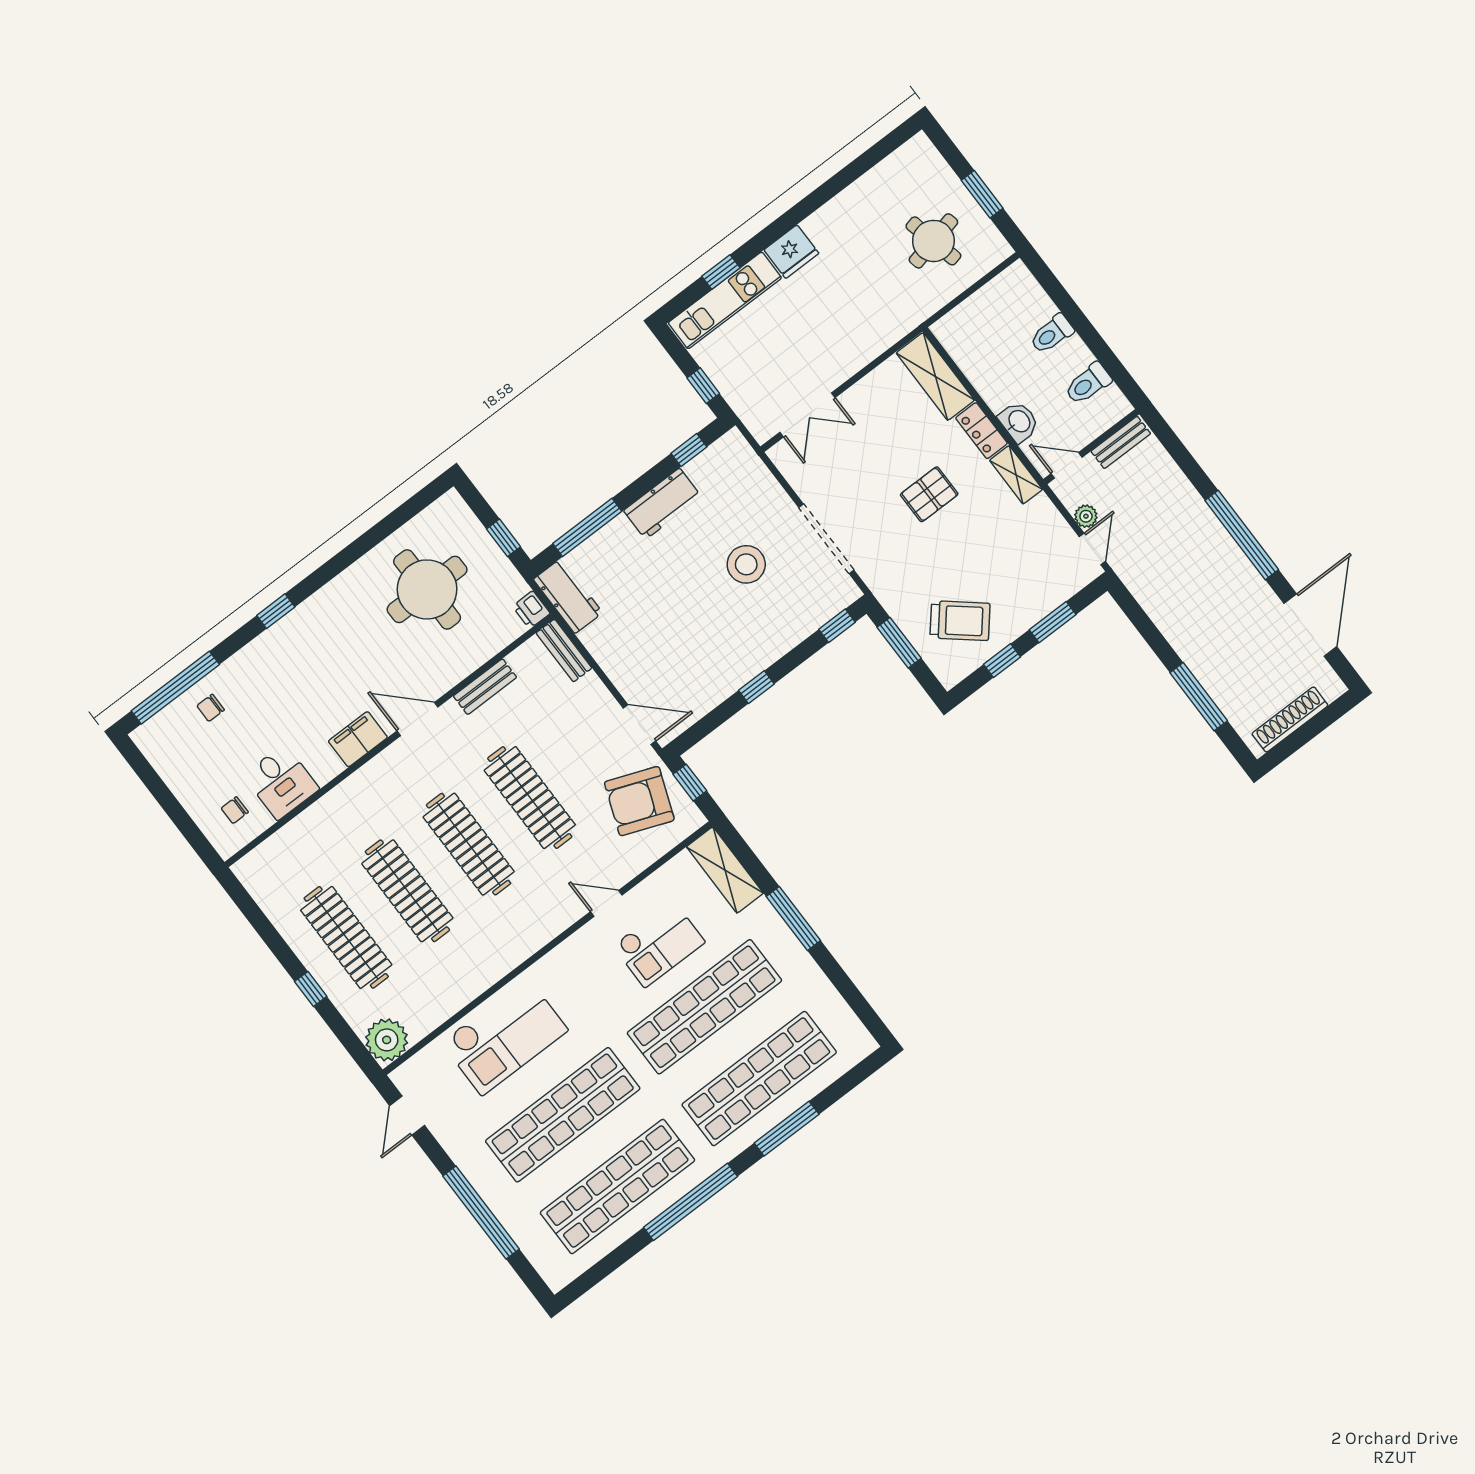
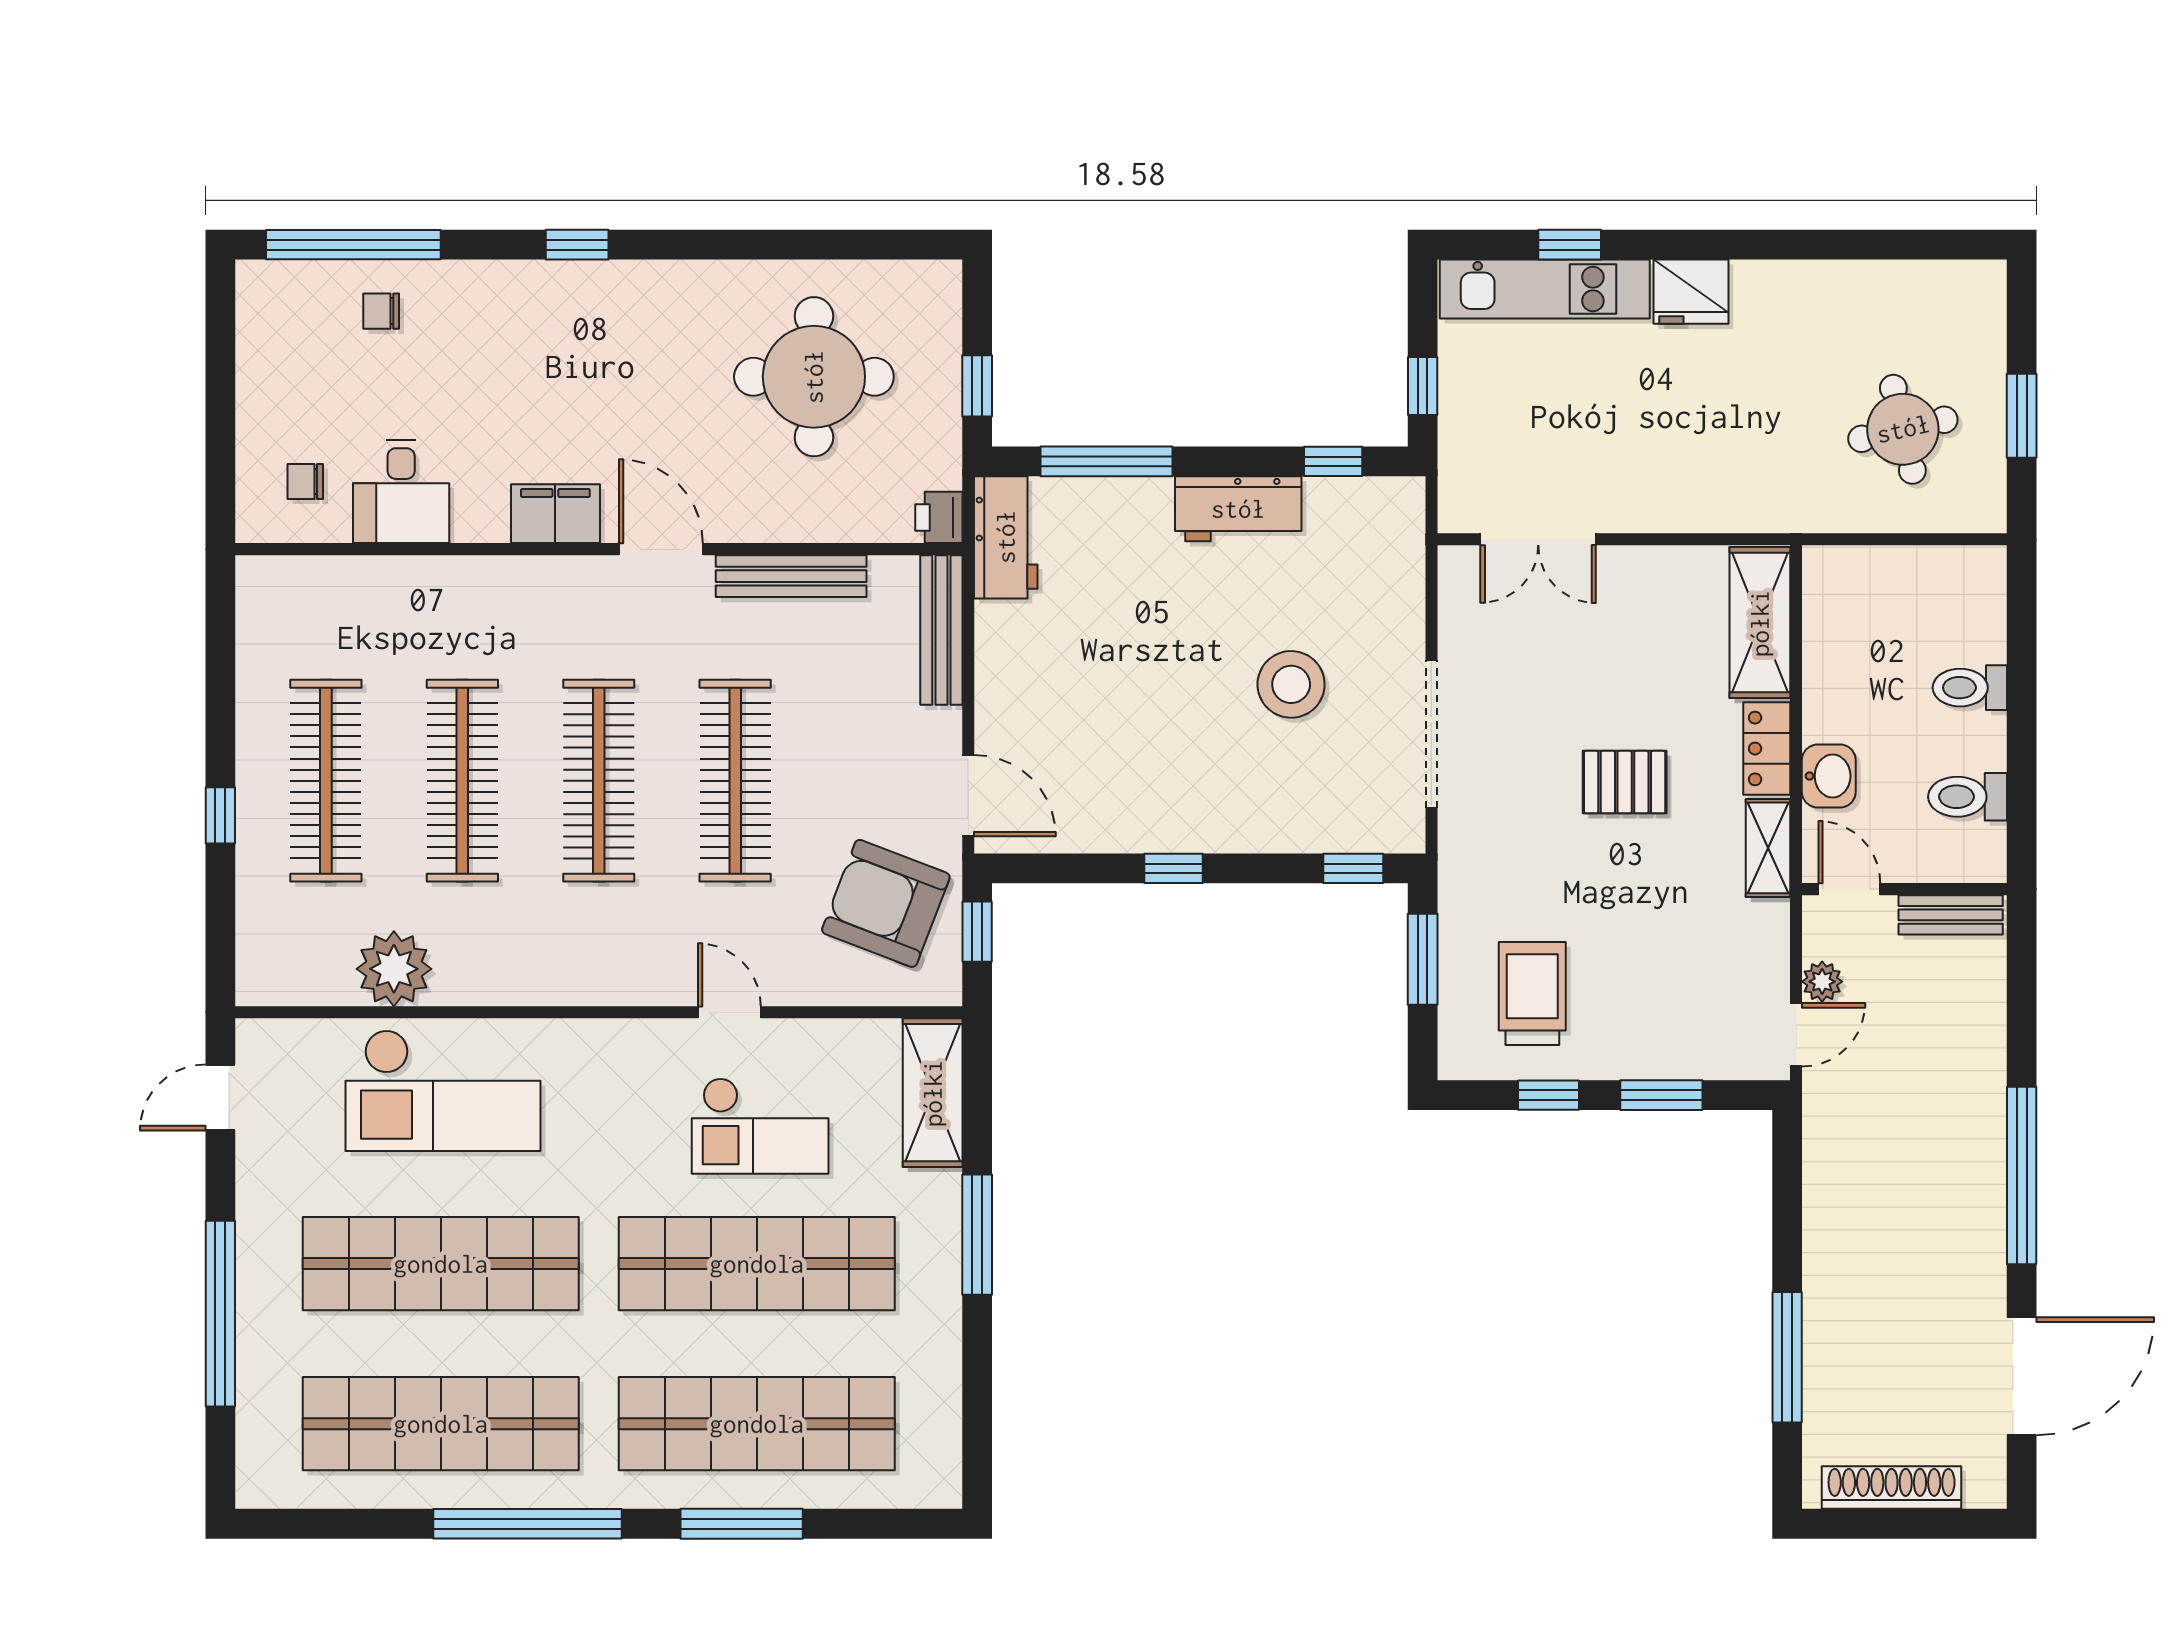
trolley: (960, 621) -> (1532, 993), turned -130
bench: (564, 651) -> (941, 630), width x1.36
bench: (485, 687) -> (791, 576), width x1.36
plant: (387, 1040) -> (394, 969), moved

